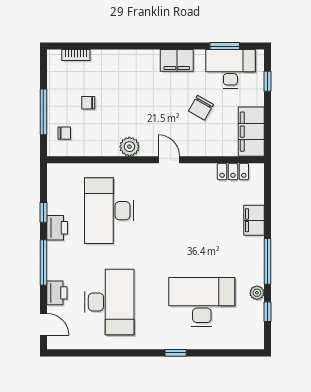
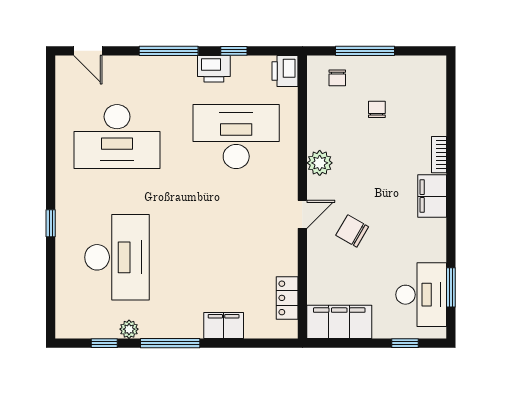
bookcase: (76, 55) -> (439, 155), moved
filing cabinet: (177, 60) -> (432, 196), moved
chair: (201, 108) -> (352, 231), moved
printer: (57, 293) -> (285, 71), moved, turned 90
door: (43, 324) -> (88, 51), hinge flipped

